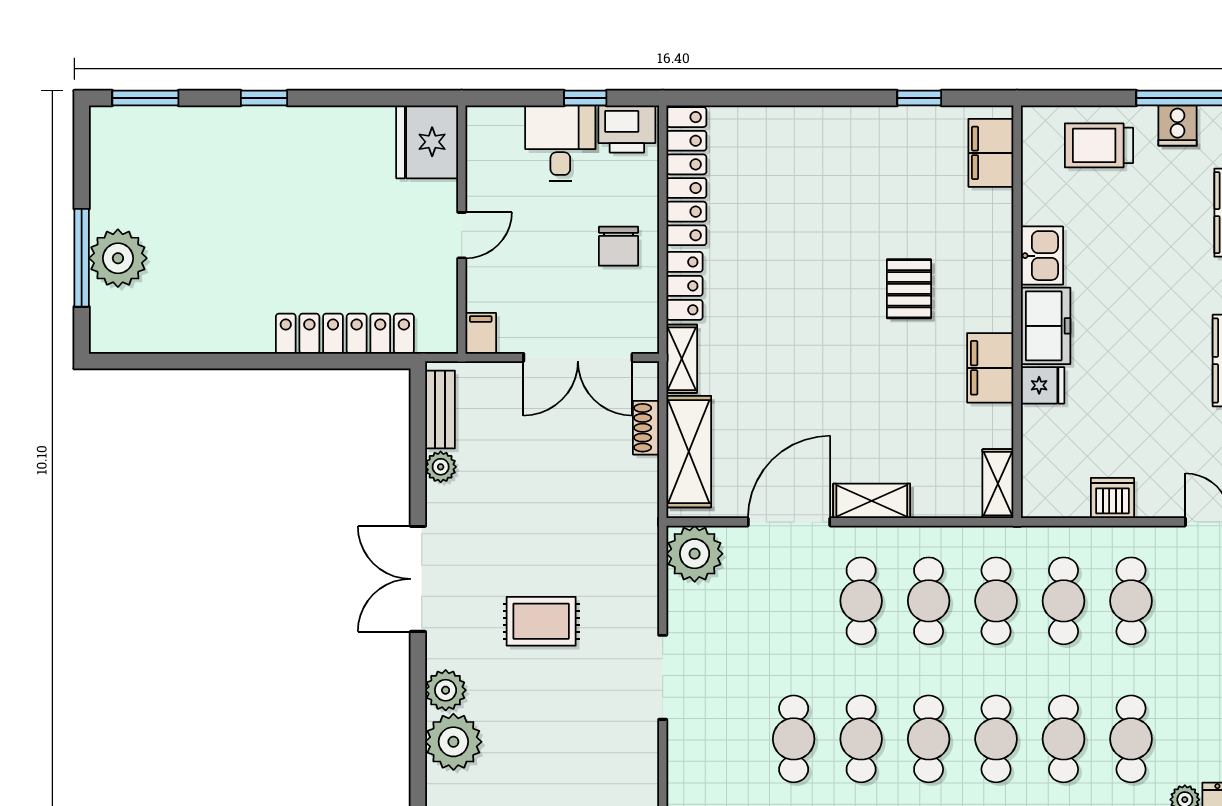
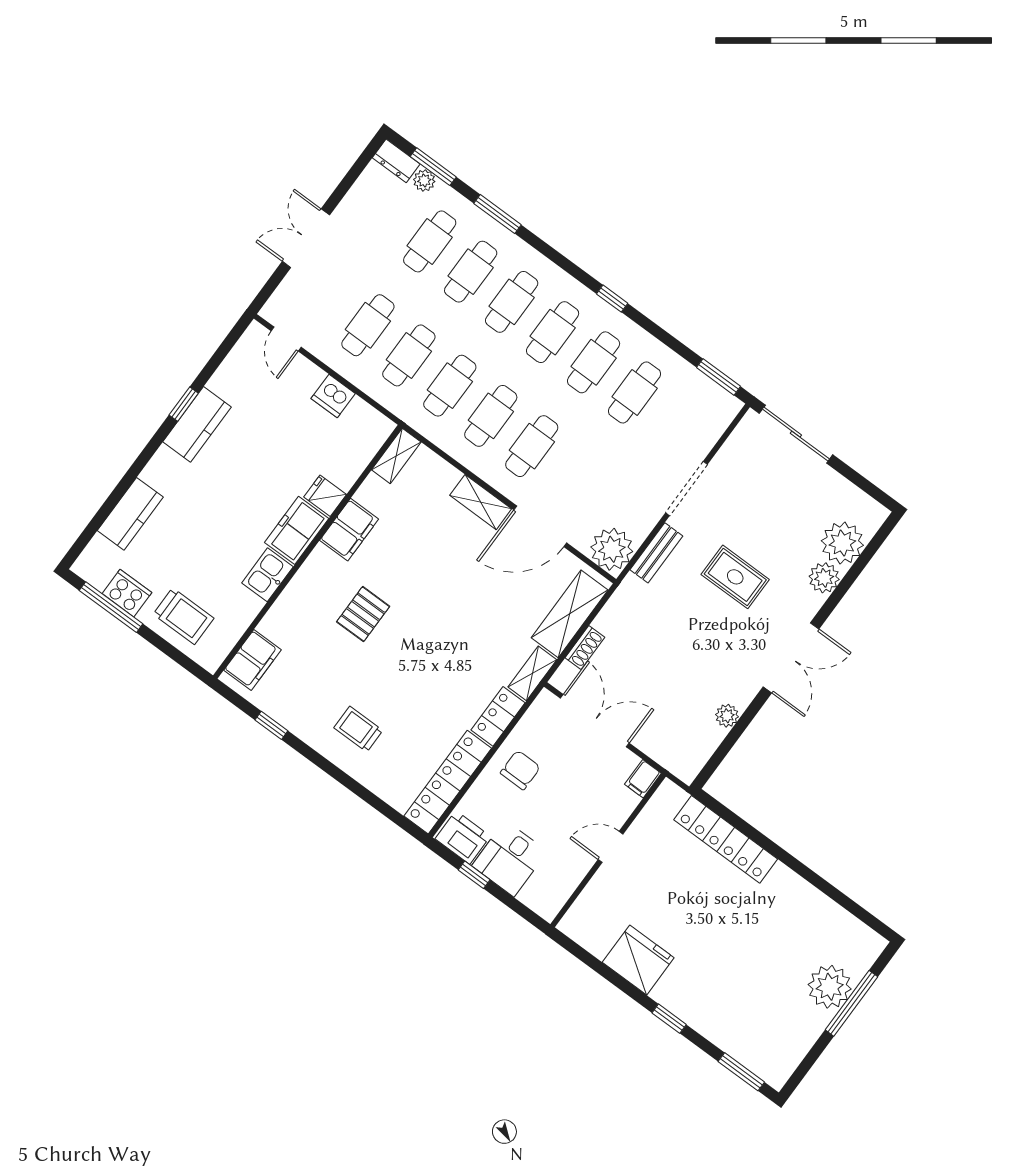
cooker: (1177, 125) -> (127, 593), width x1.36
fridge: (427, 142) -> (638, 960), moved, turned -90
trolley: (824, 162) -> (358, 729), added
bench: (440, 409) -> (656, 553), moved

